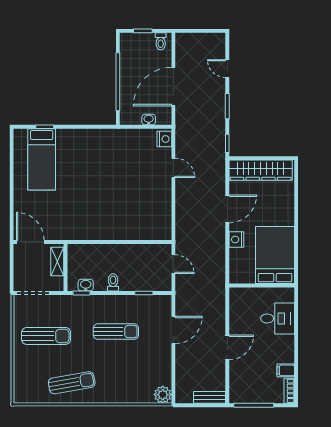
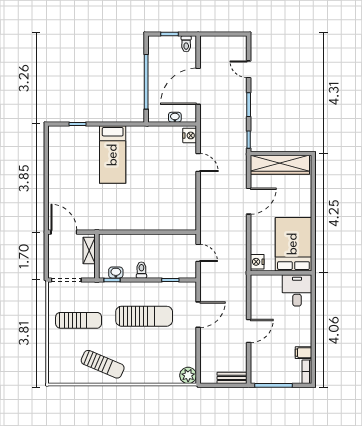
bed: (42, 159) -> (113, 155), moved
nightstand: (236, 239) -> (257, 262), moved
desk: (278, 318) -> (297, 290), moved, turned -90
sun lounger: (116, 332) -> (144, 316), width x1.36, depth x1.34
sun lounger: (72, 383) -> (103, 364), turned 33

